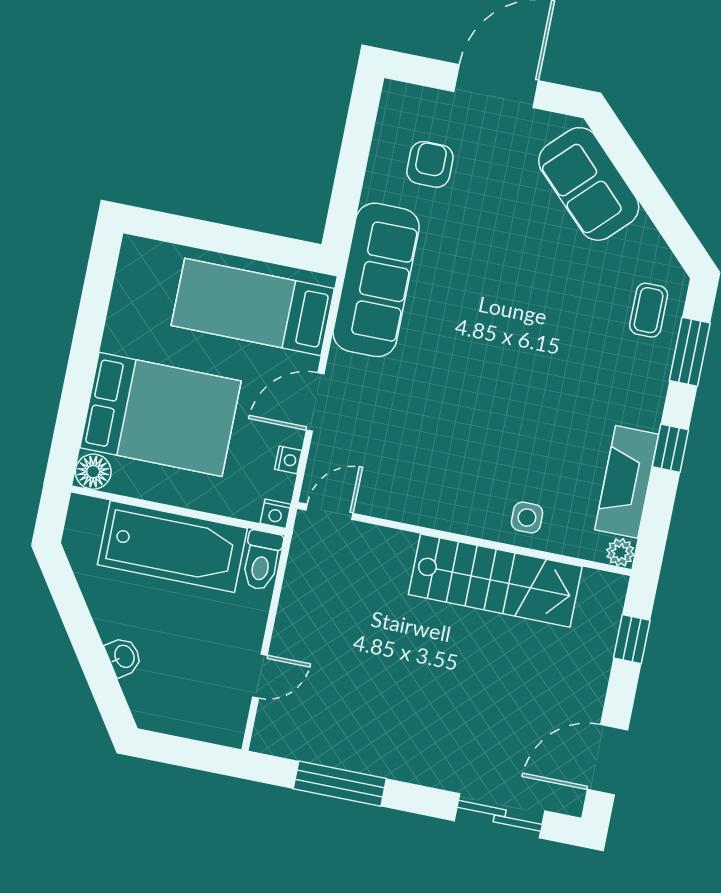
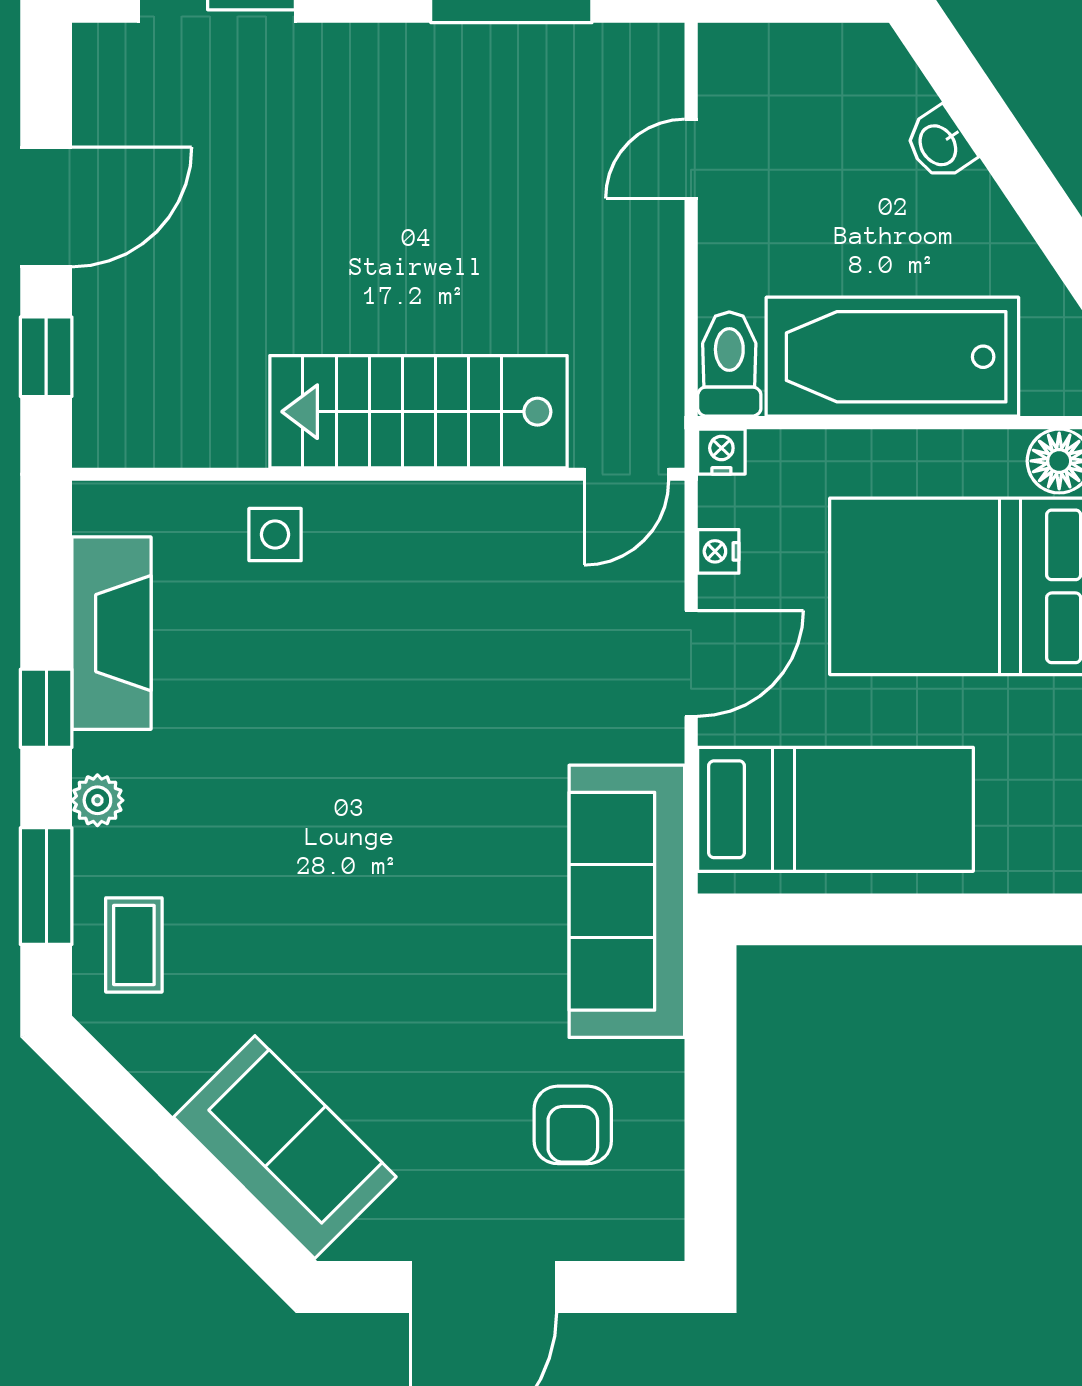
plant: (620, 552) -> (97, 800), moved
stairs: (495, 581) -> (418, 412), moved
door: (608, 760) -> (46, 207), moved

